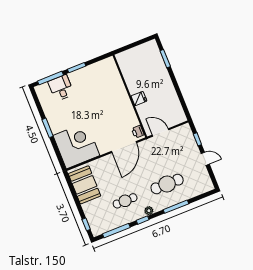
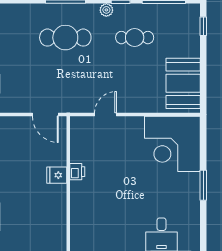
printer: (138, 132) -> (77, 172), moved
door: (124, 147) -> (105, 115), width x0.53

